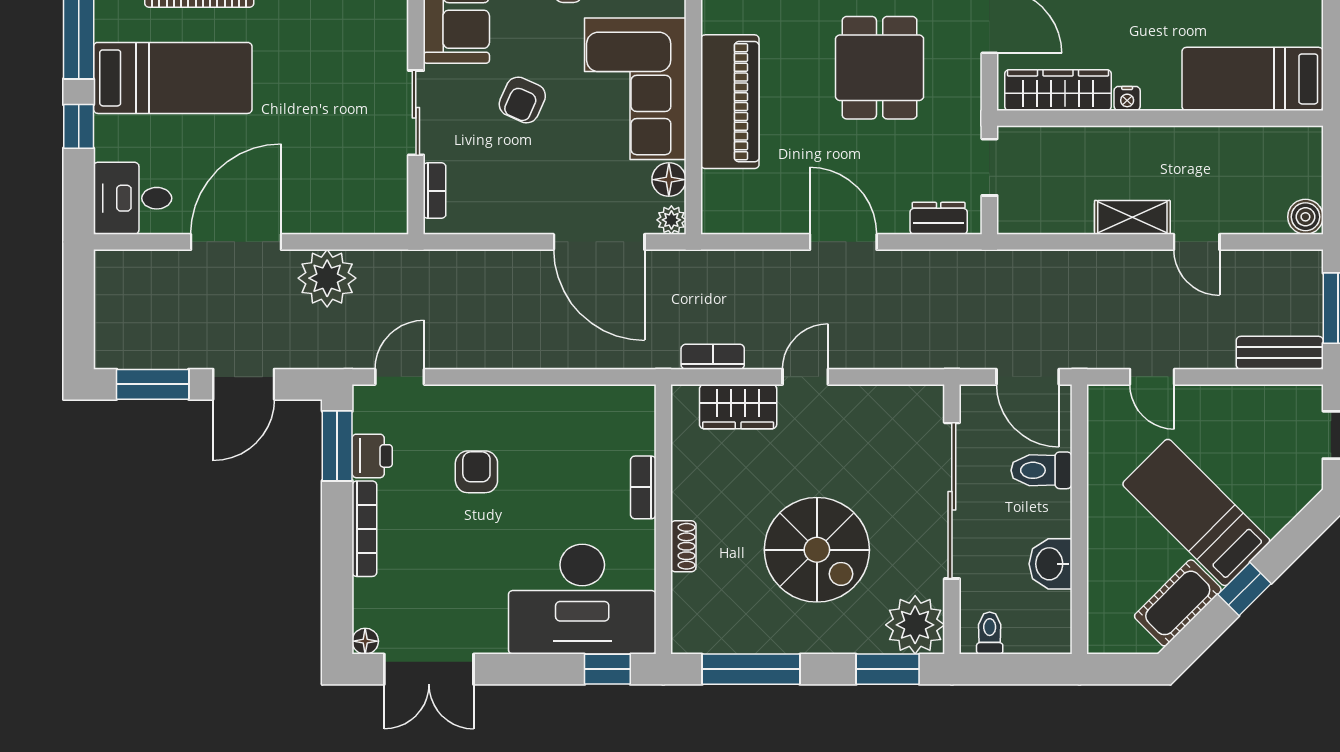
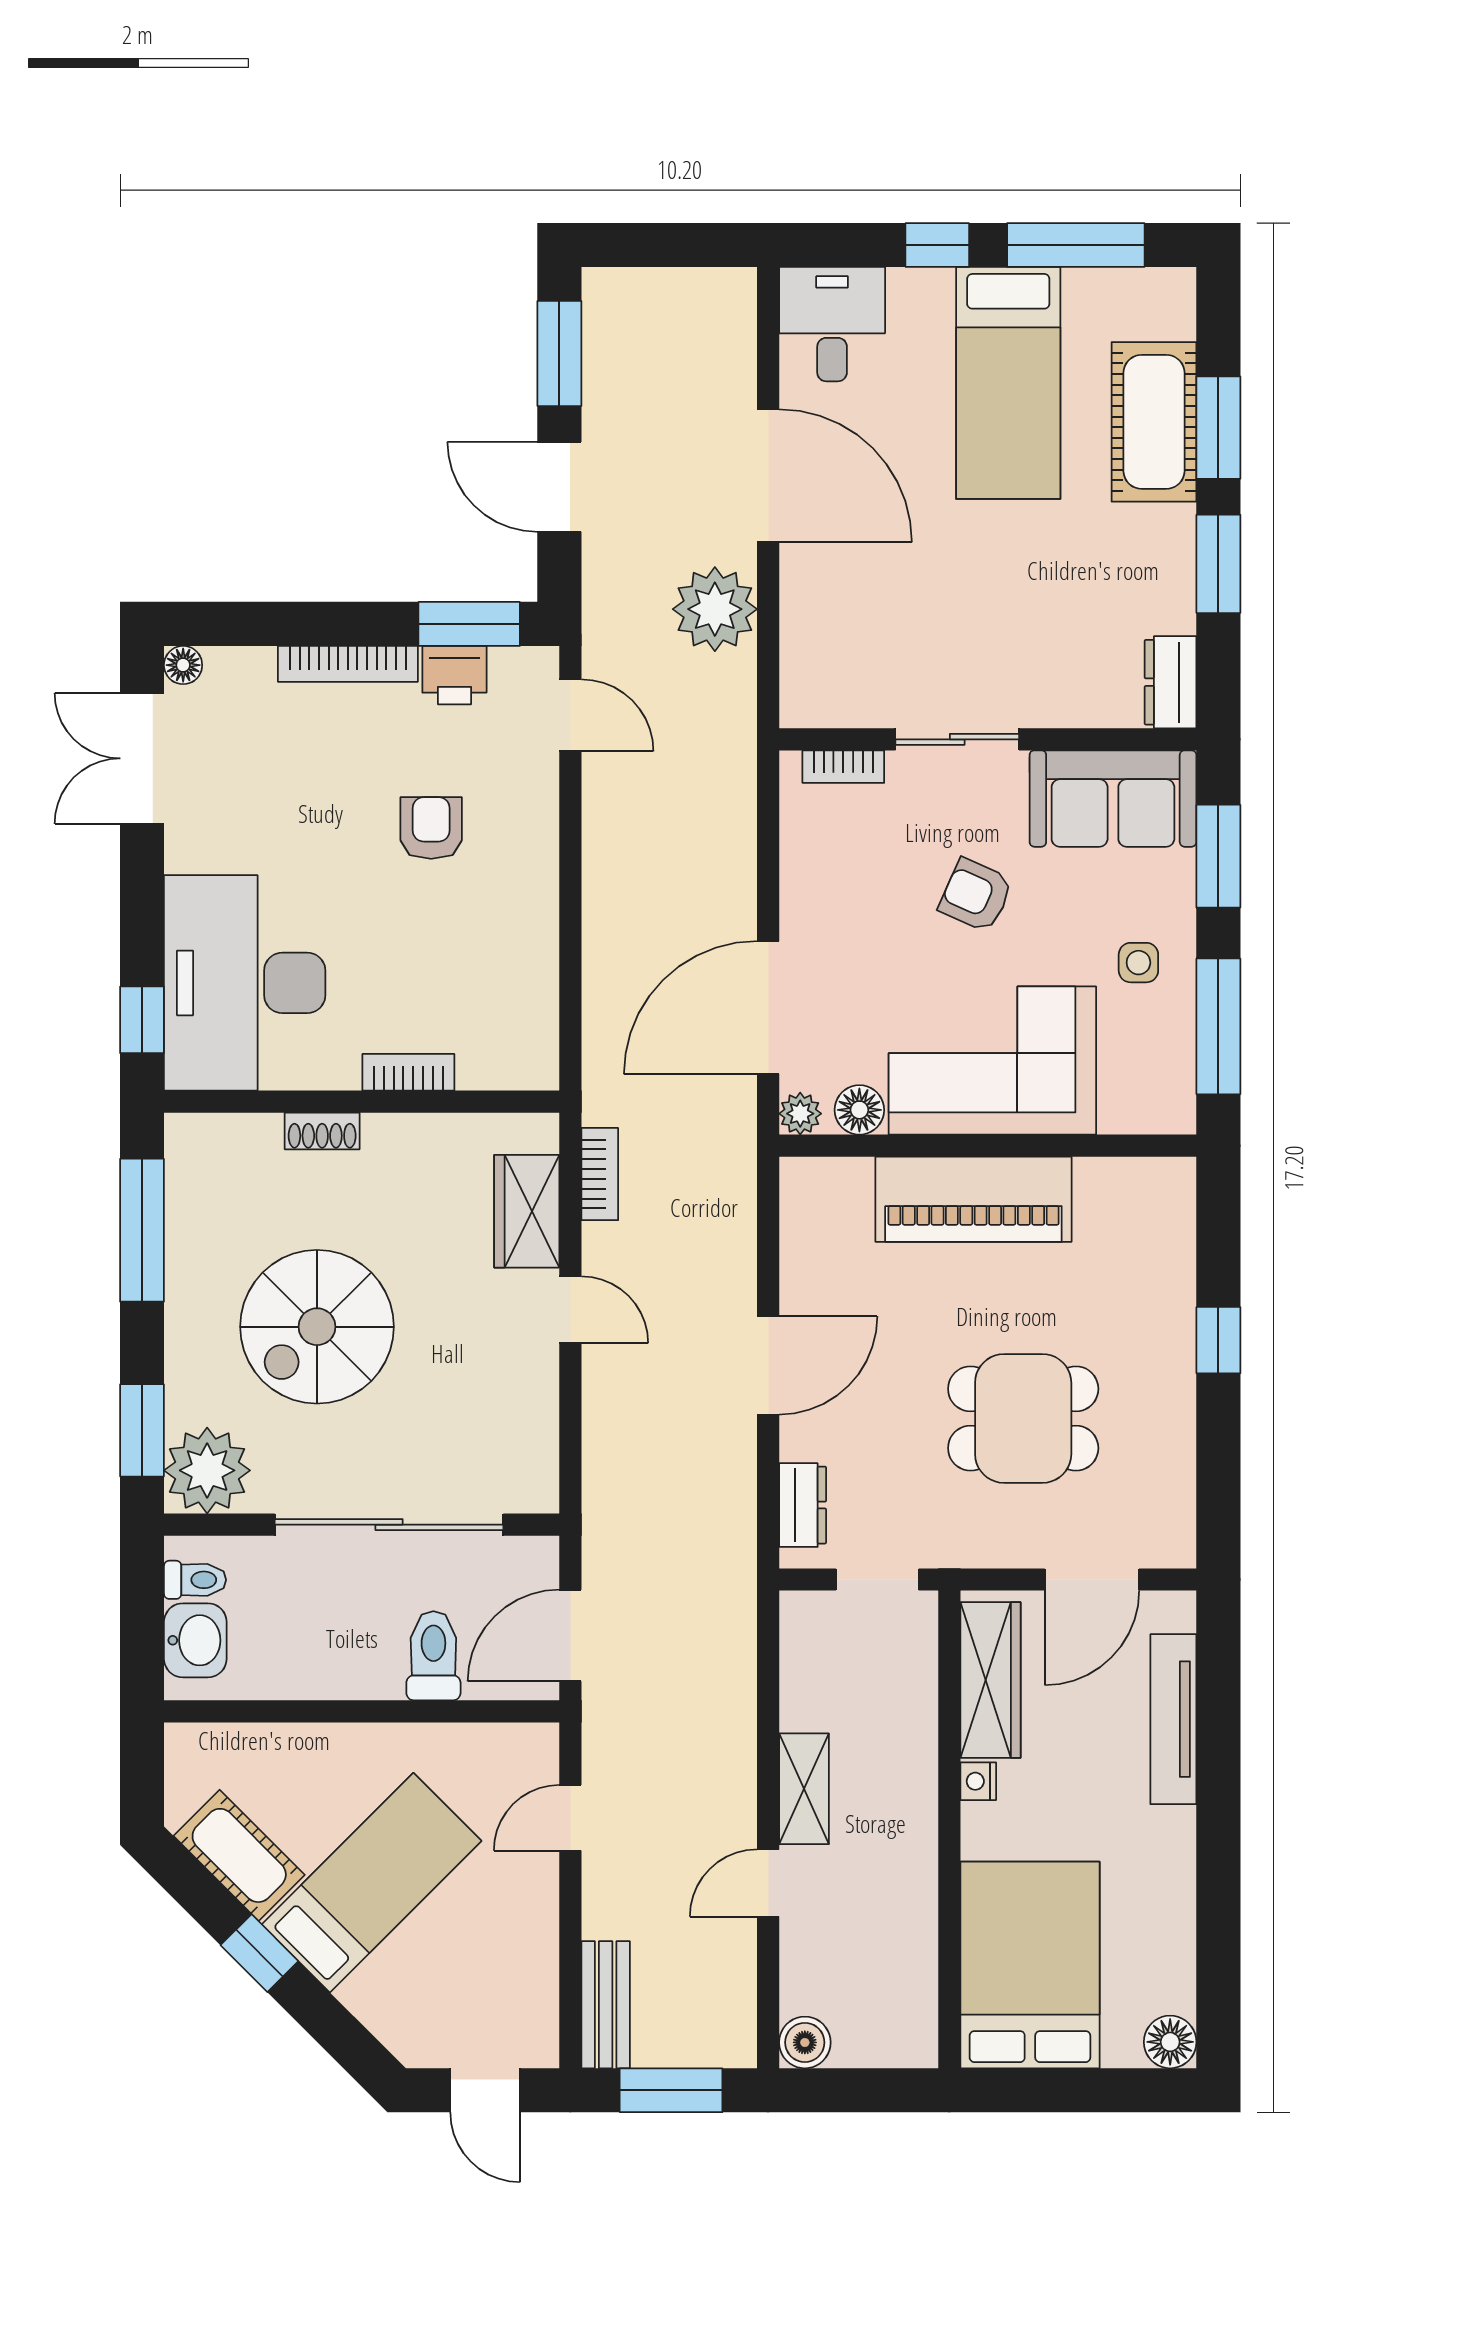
bed: (1253, 79) -> (1030, 1965), width x1.50
armchair: (476, 472) -> (431, 828), turned -90
washbasin: (1051, 564) -> (195, 1640), moved, turned 90

